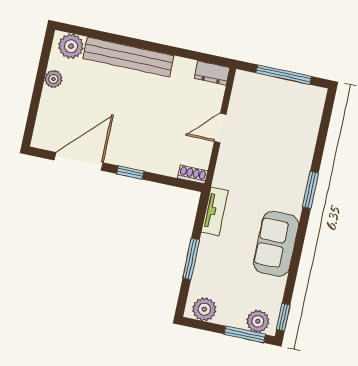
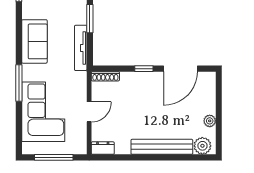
corner sofa: (285, 142) -> (43, 112), added
shoe rack: (193, 174) -> (105, 76), width x1.43
window: (311, 190) -> (19, 83), width x1.44
tv unit: (215, 211) -> (81, 48), width x1.41

